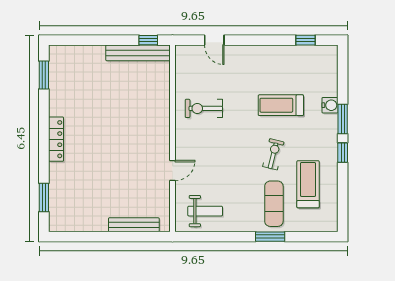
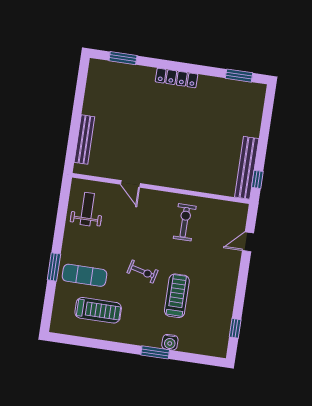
window: (343, 153) -> (123, 348), removed
exercise bike: (273, 154) -> (143, 272), moved
weight bench: (205, 211) -> (87, 209), turned 180

